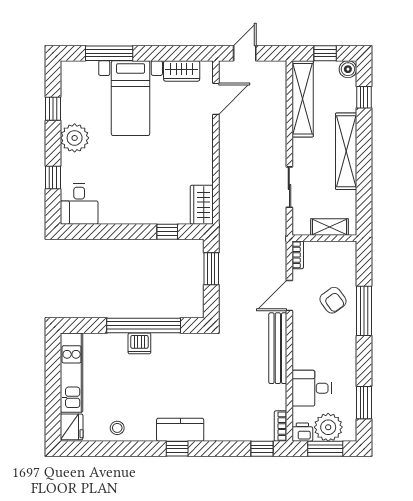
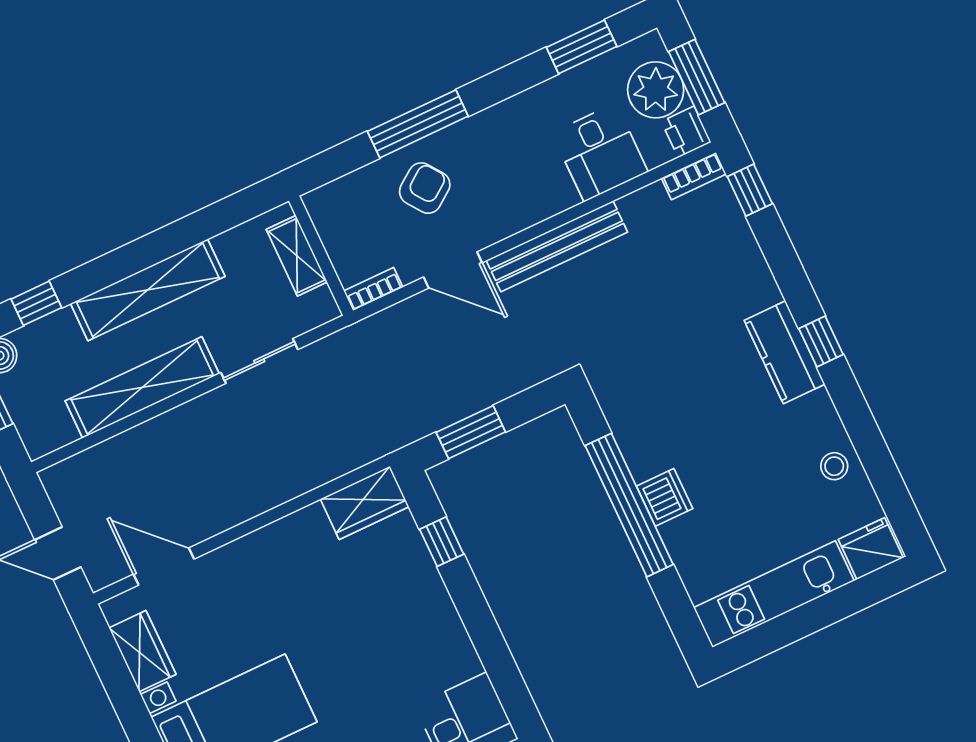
shelving: (303, 99) -> (142, 387), moved

